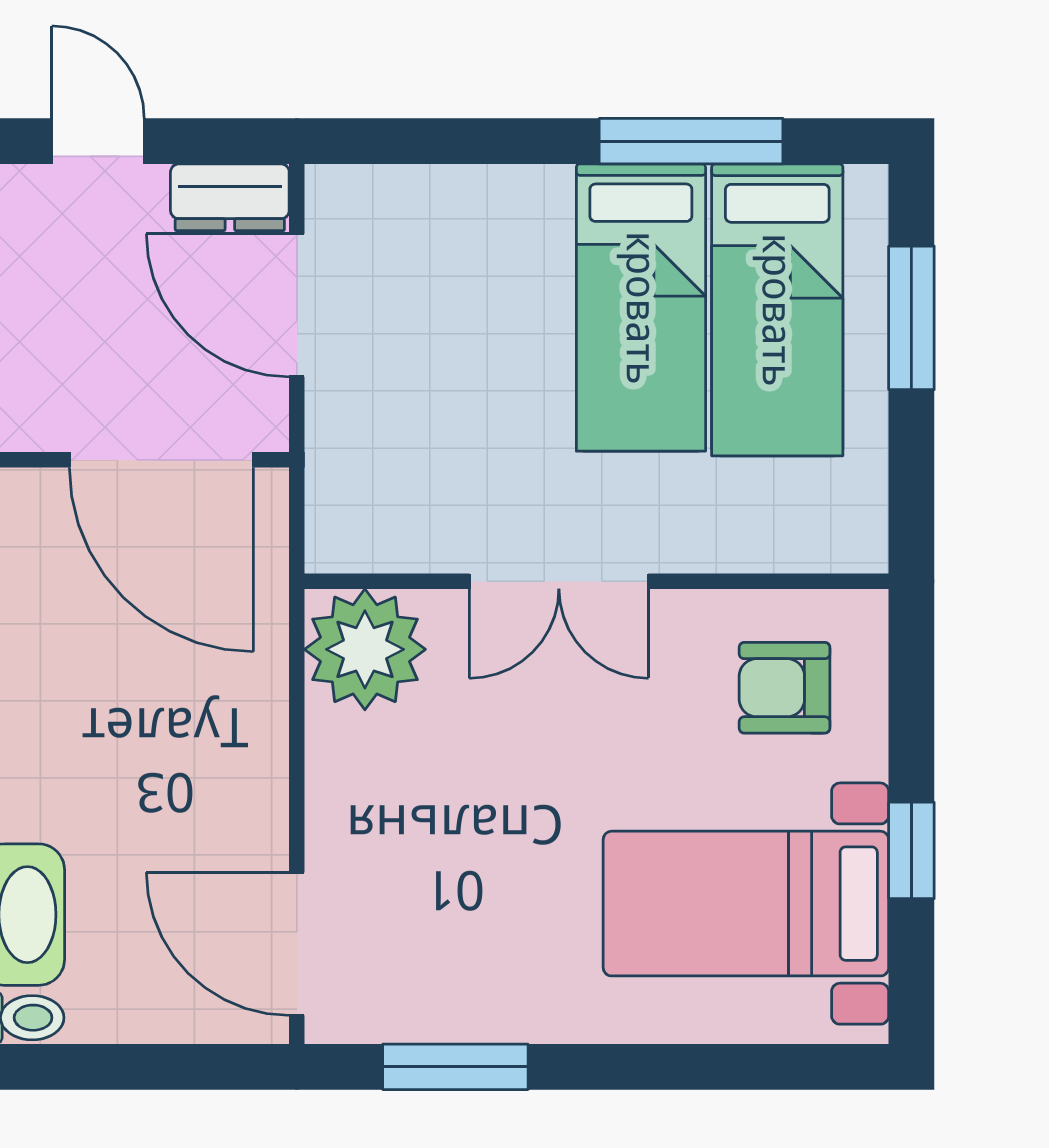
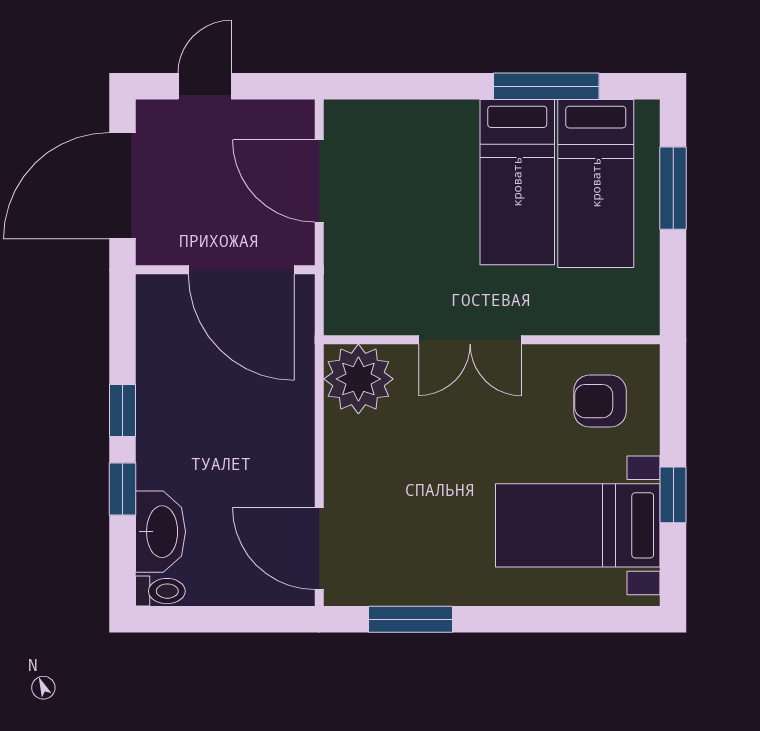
door: (98, 141) -> (205, 86), hinge flipped
dresser: (230, 197) -> (281, 119), removed

